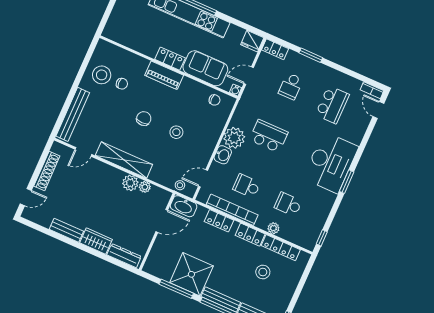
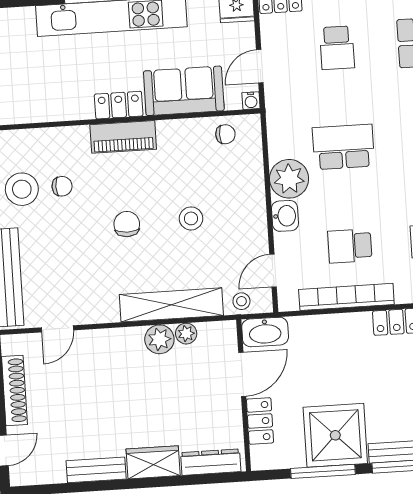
shelving: (124, 160) -> (171, 305), moved
locker: (219, 221) -> (260, 421), moved, turned -90

